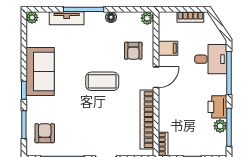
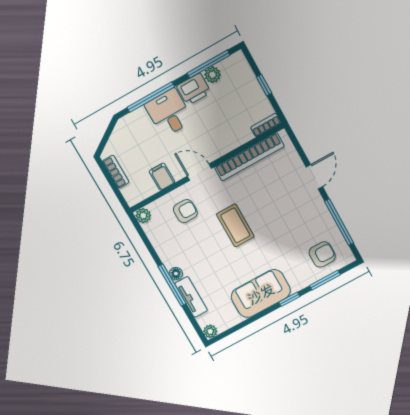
floor lamp: (111, 17) -> (176, 274), moved
desk: (211, 59) -> (169, 113), moved
armchair: (45, 133) -> (322, 254), turned 180

